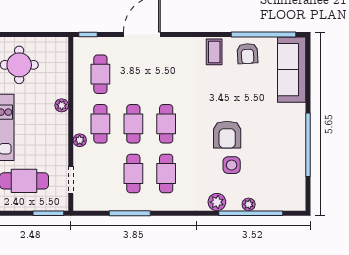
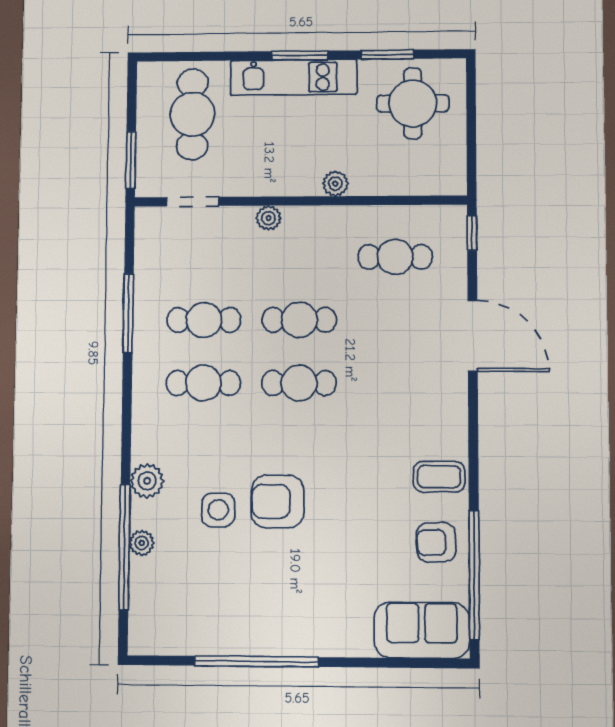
sofa: (292, 70) -> (422, 630), width x0.73
cafe table: (100, 124) -> (300, 257), removed

